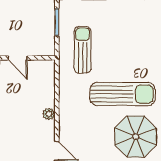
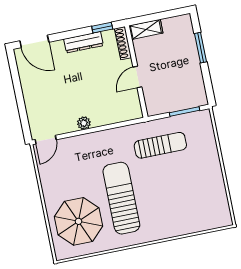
sun lounger: (123, 94) -> (121, 198), turned 180

